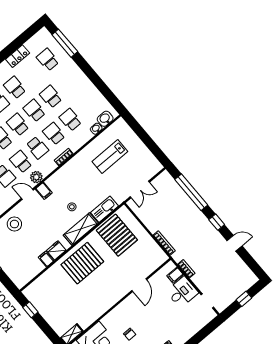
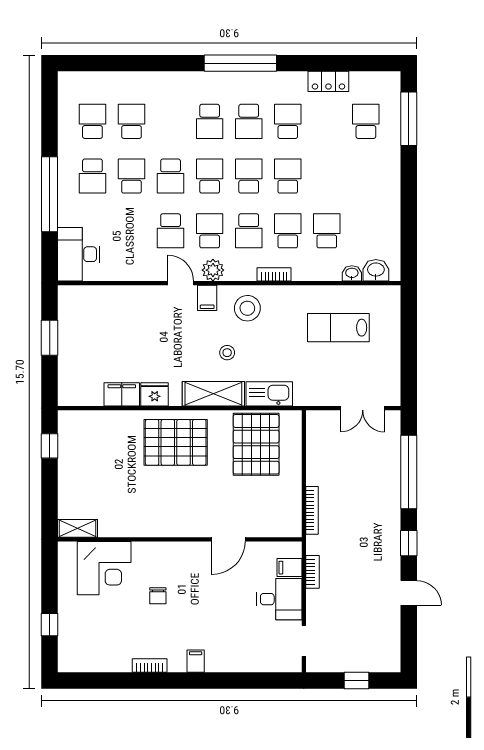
school desk: (51, 97) -> (327, 176), removed
double door: (140, 190) -> (363, 408), moved
stool: (14, 224) -> (247, 308), moved
filing cabinet: (46, 259) -> (122, 394), width x2.00

